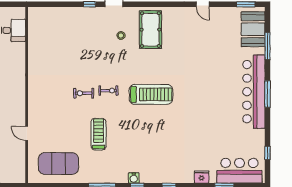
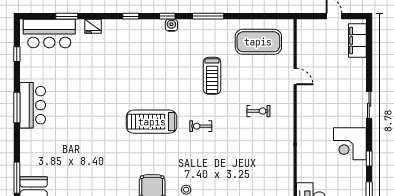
bar counter: (254, 92) -> (33, 105), width x0.54
exercise bike: (84, 93) -> (258, 111), moved
window: (267, 94) -> (17, 108), moved

